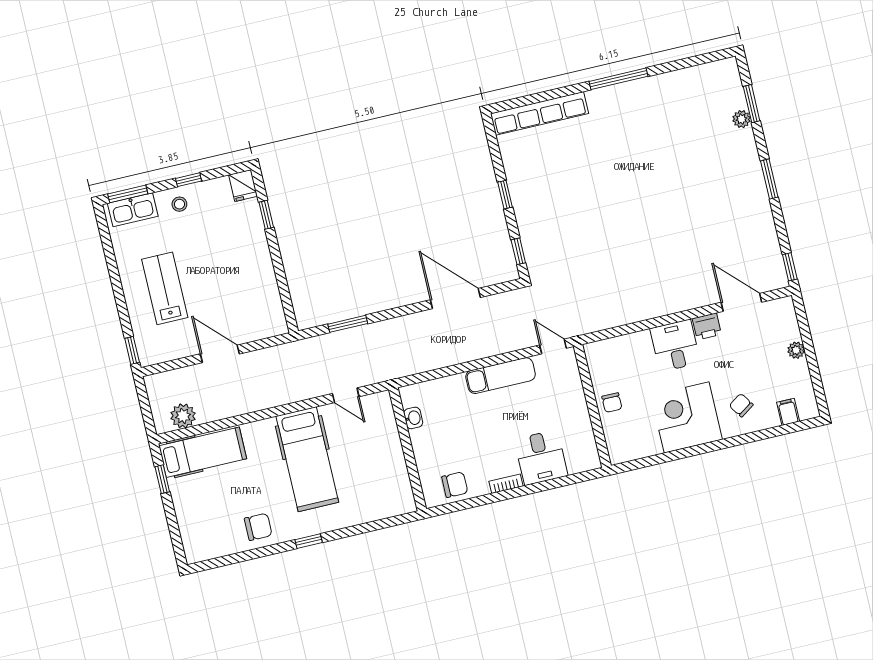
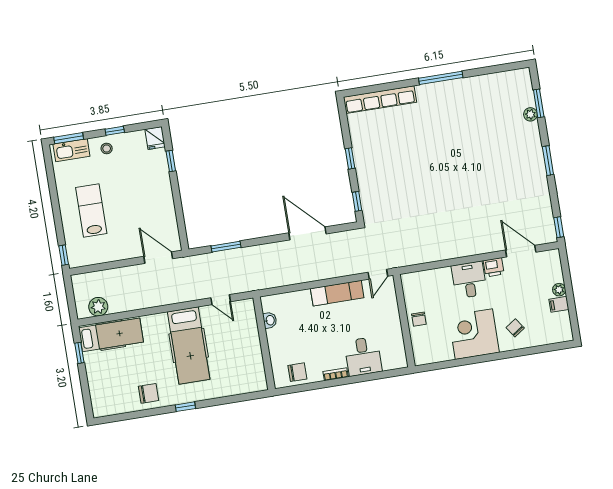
door: (553, 347) -> (378, 274), swing flipped
door: (220, 354) -> (158, 258), moved
filing cabinet: (788, 412) -> (559, 304), moved, turned -90

